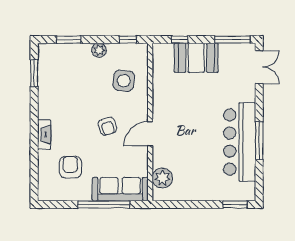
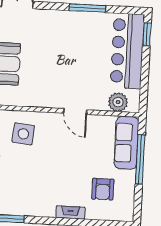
armchair: (107, 126) -> (66, 152), removed
bar counter: (240, 142) -> (127, 51), moved, turned 90
armchair: (70, 167) -> (103, 189), turned -90

